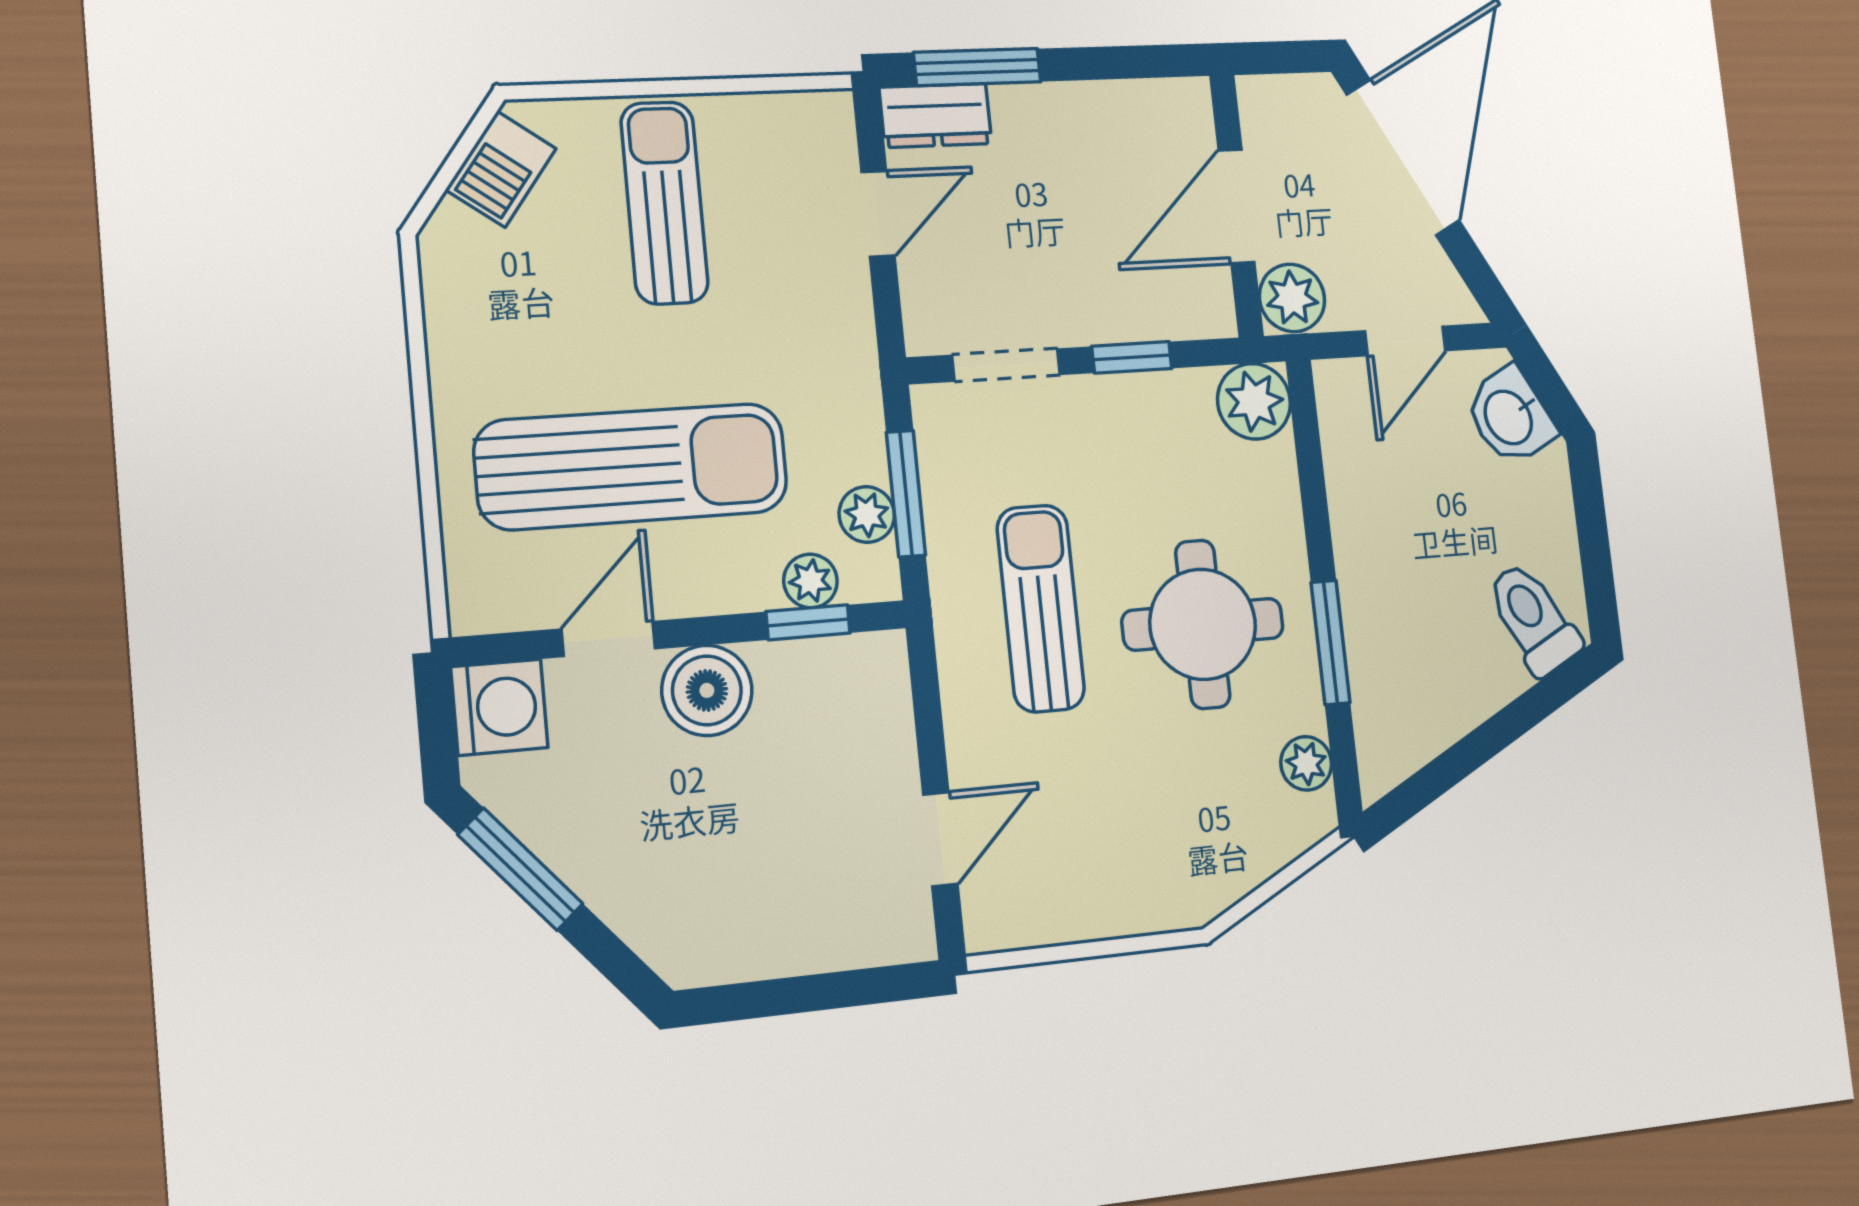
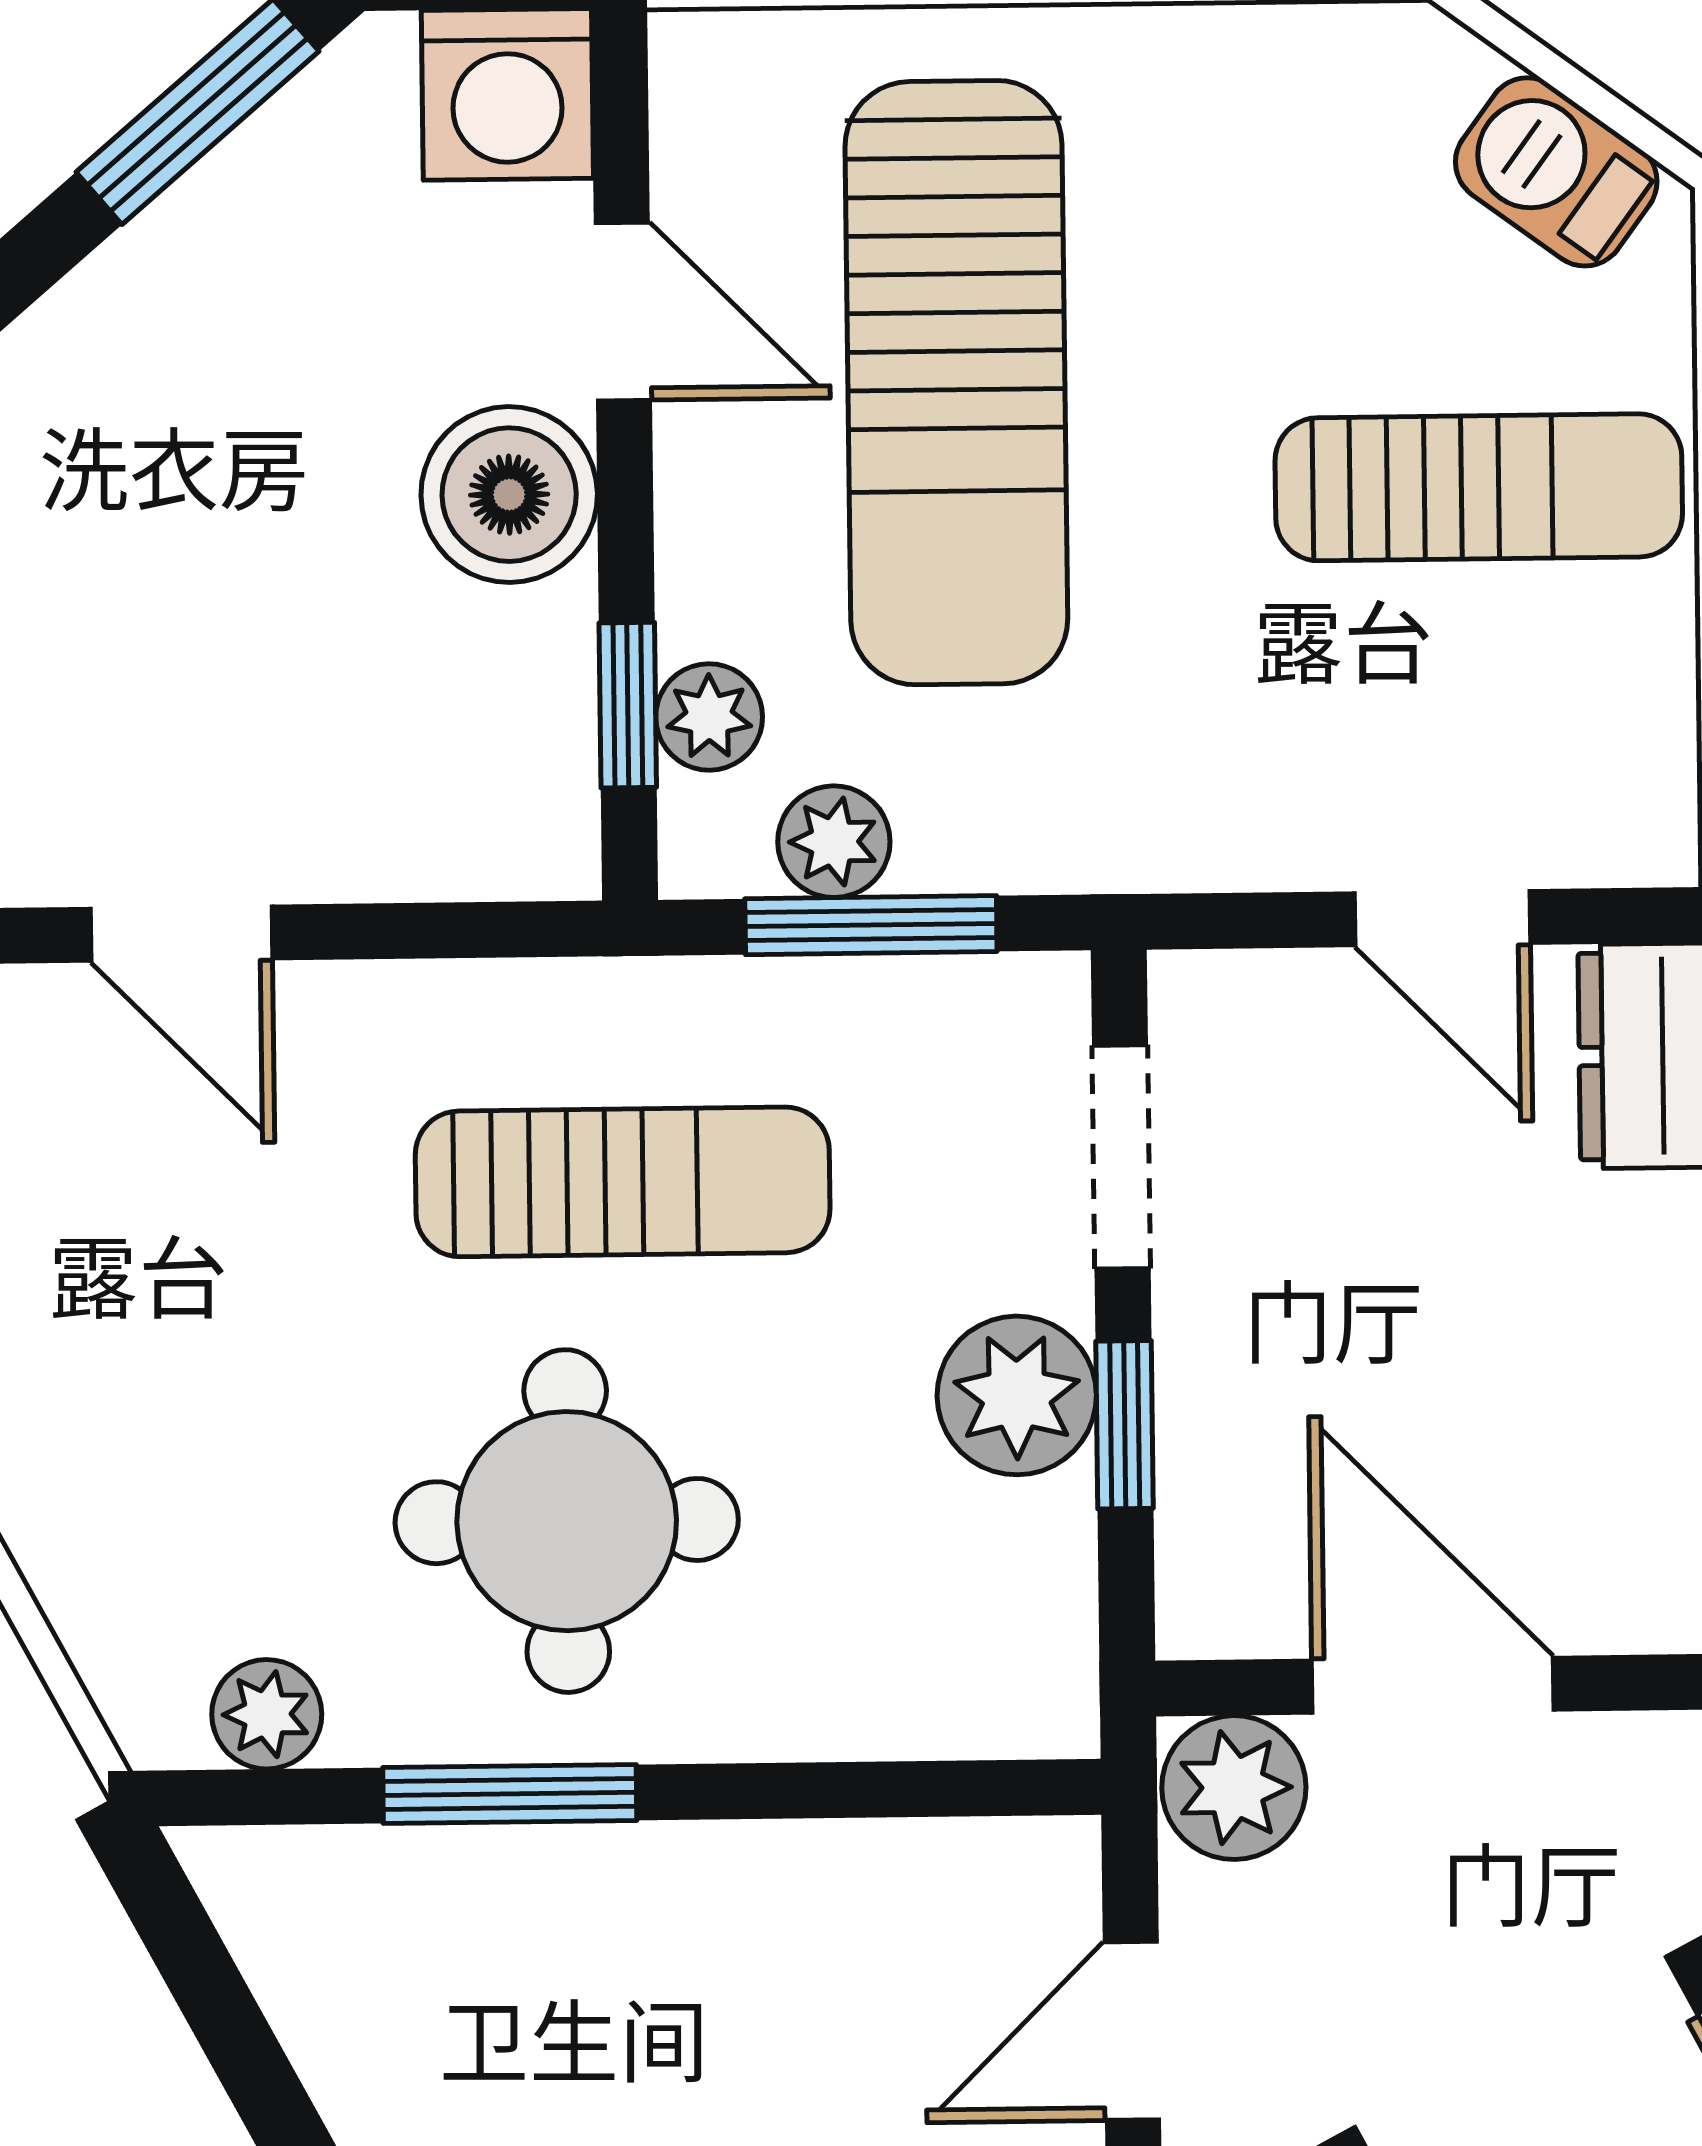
door: (1405, 341) -> (1132, 2031), hinge flipped
plant: (1254, 401) -> (1017, 1395), moved

